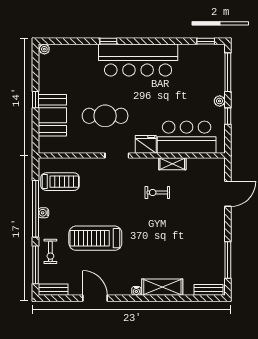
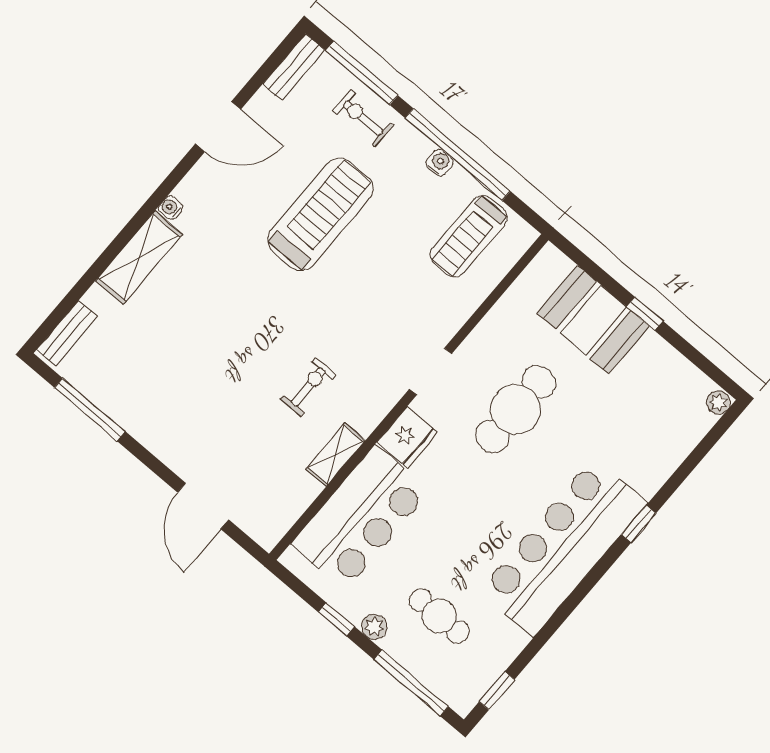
cafe table: (197, 82) -> (439, 616), added

